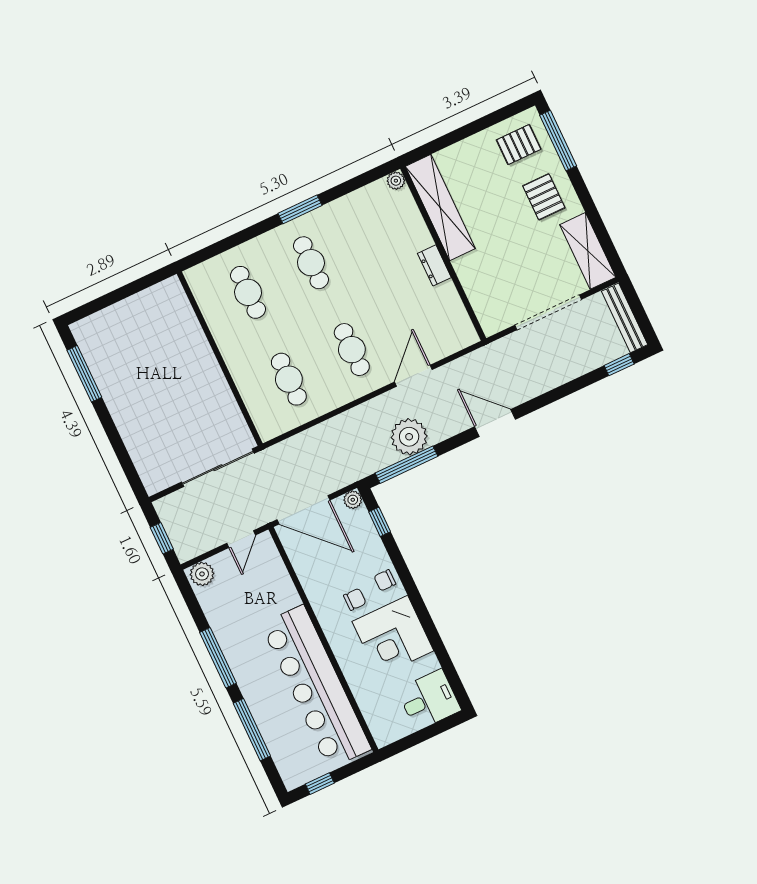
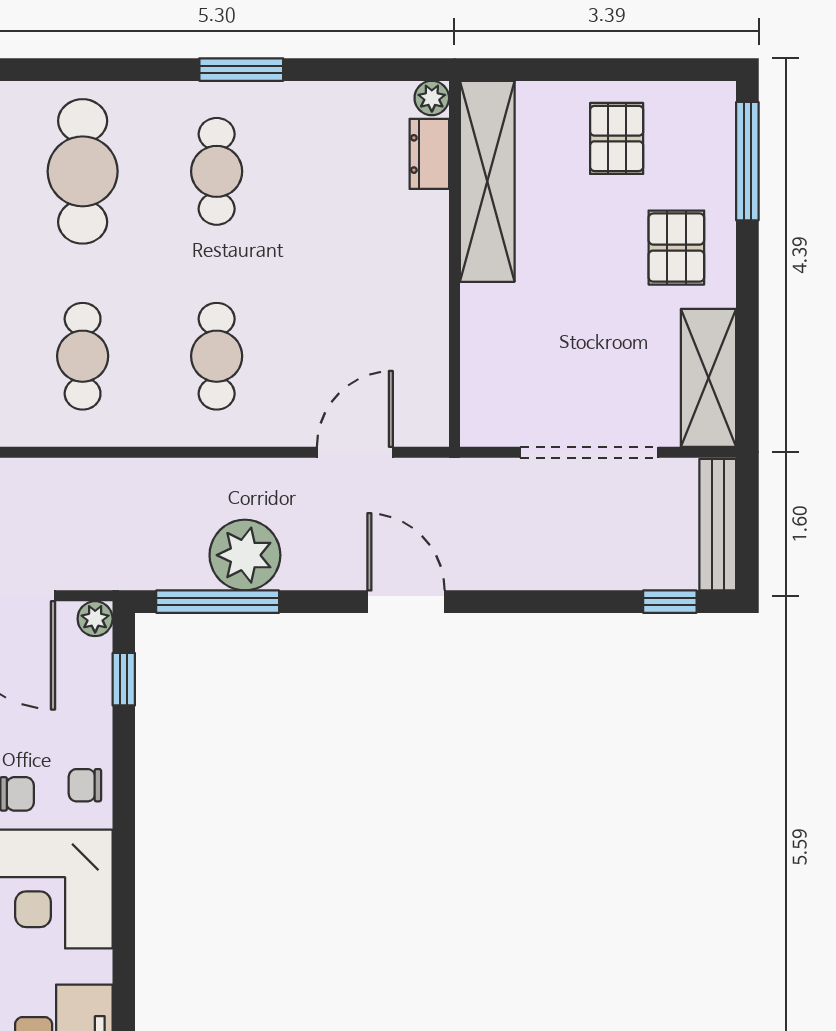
pallet: (519, 145) -> (617, 138), moved, turned 90
dresser: (434, 265) -> (429, 154), moved
cafe table: (248, 292) -> (83, 171), width x1.37, depth x1.35
door: (413, 376) -> (355, 452), moved

